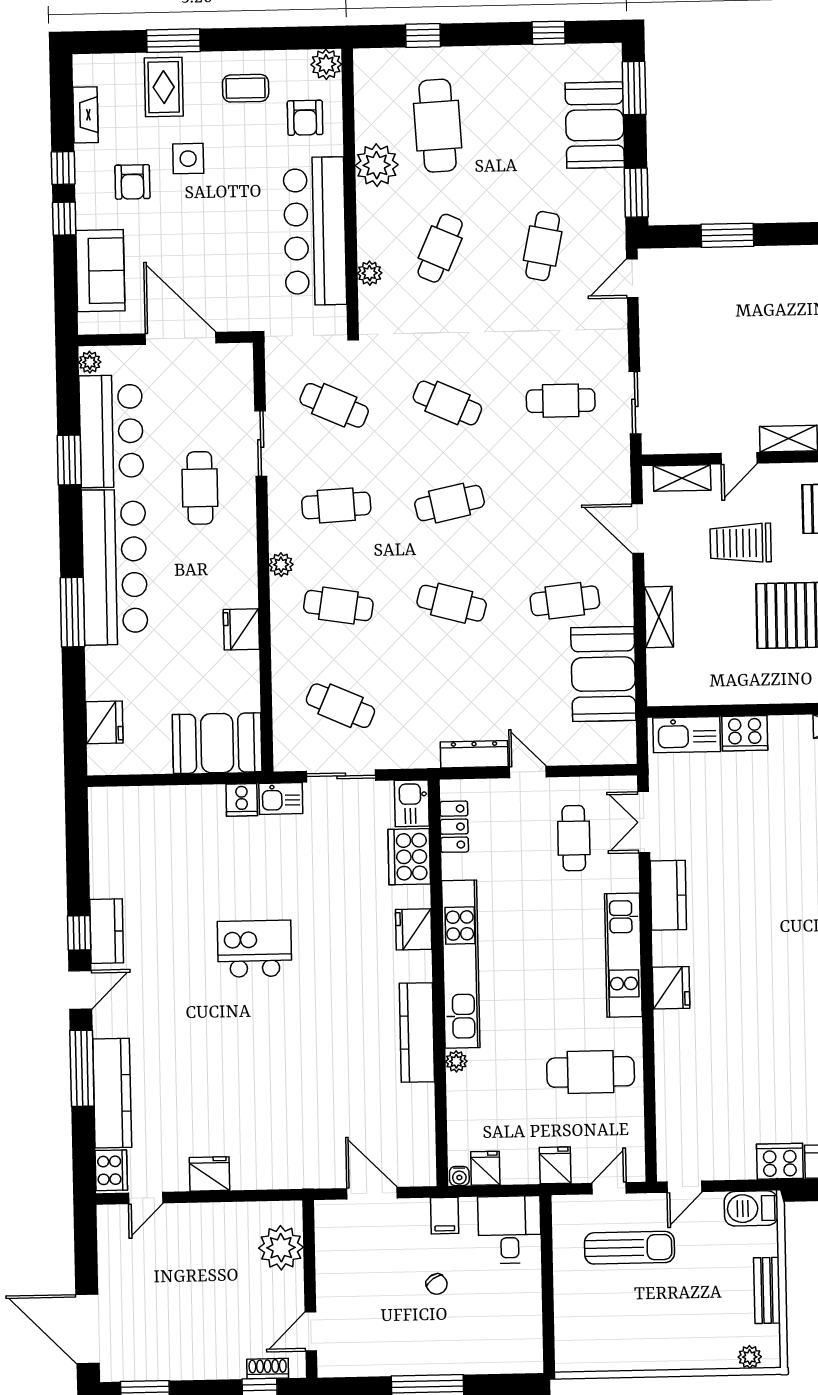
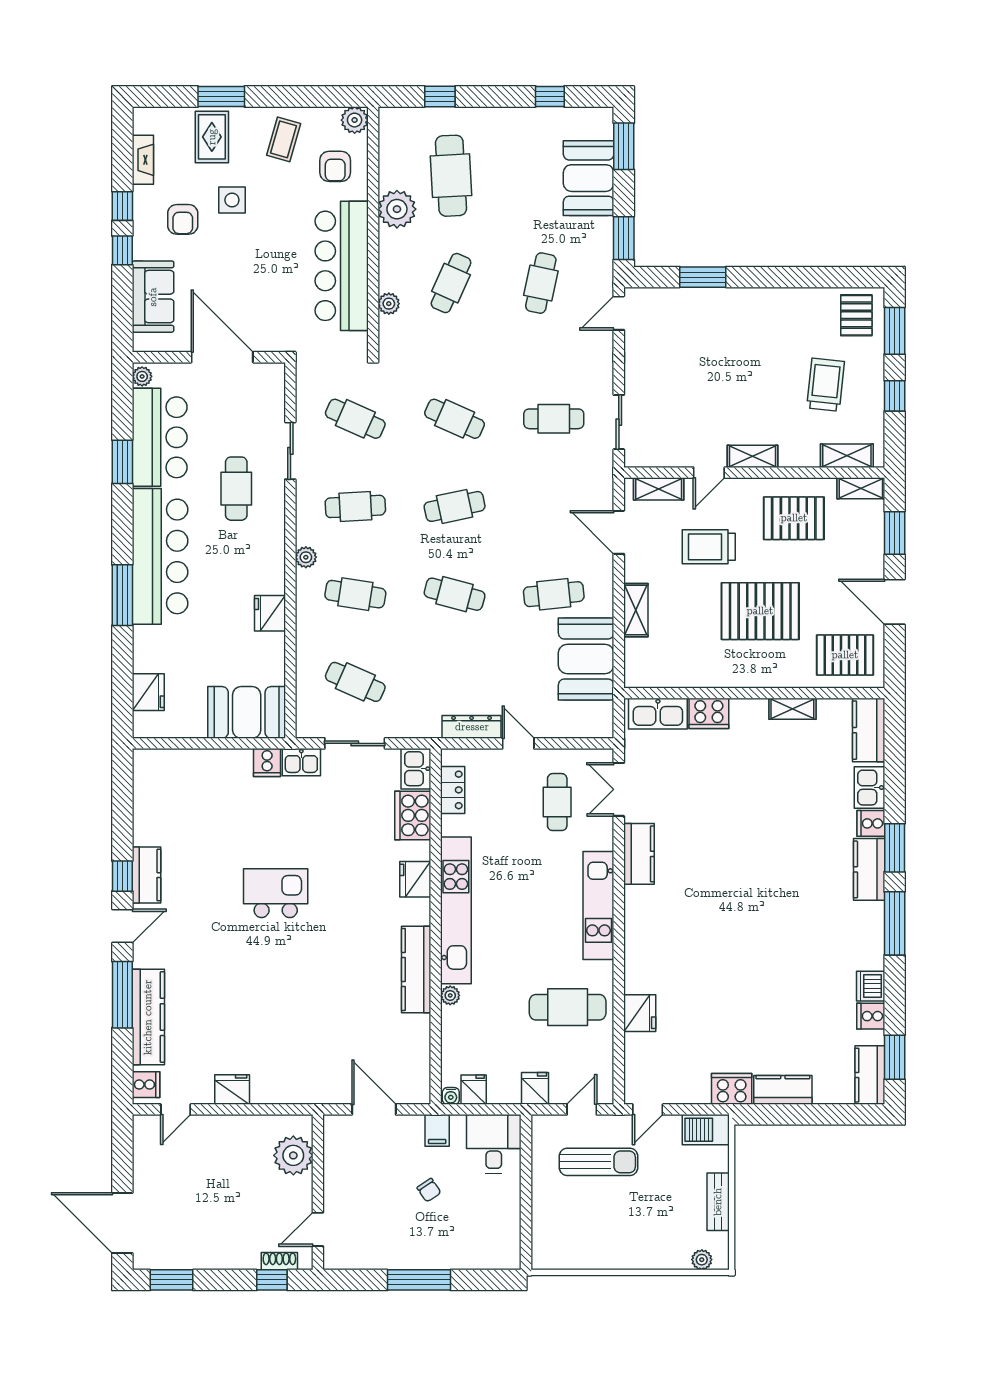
coffee table: (246, 88) -> (284, 139), turned -74
fridge: (671, 988) -> (640, 1013), moved
cooker: (111, 1170) -> (146, 1085), width x0.73

